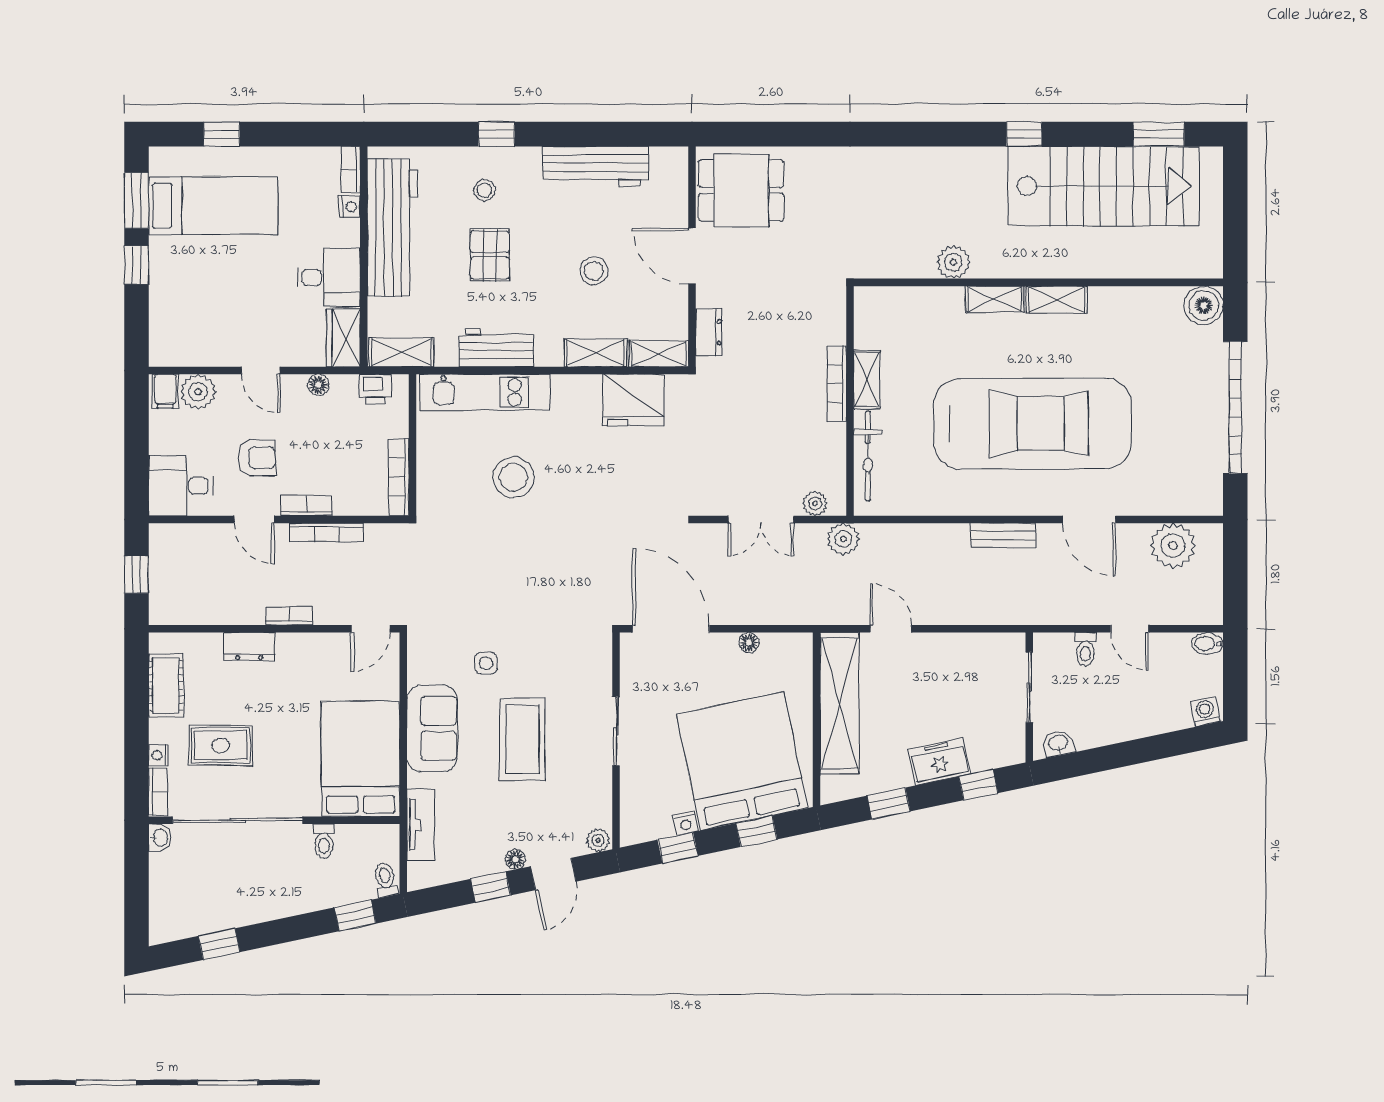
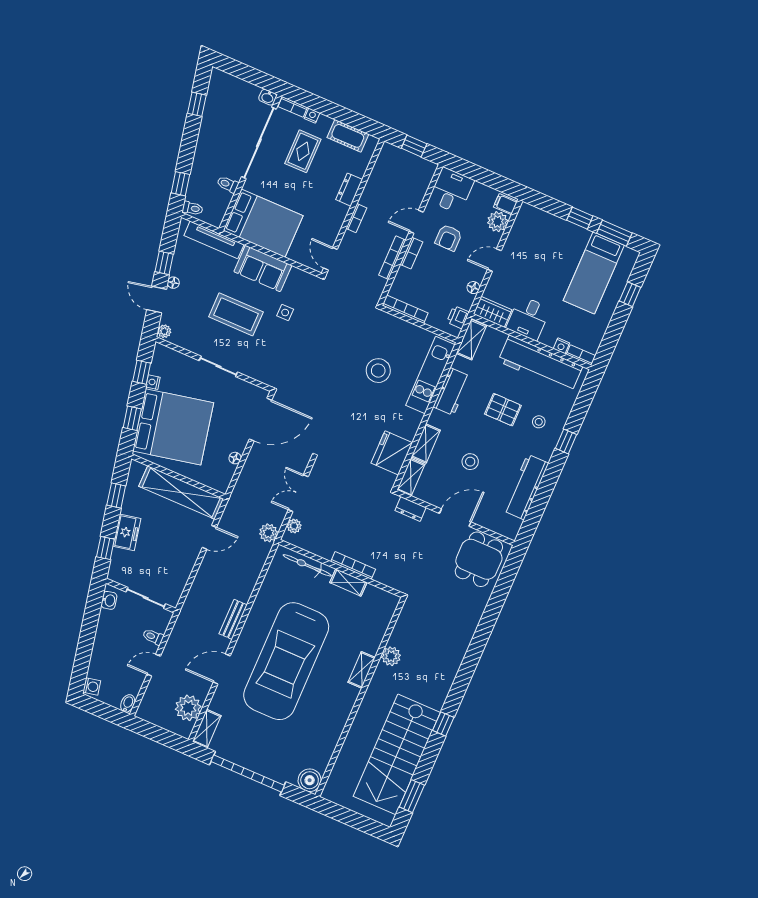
shelving: (1057, 300) -> (207, 729), moved
tv unit: (421, 825) -> (214, 240), width x1.41

